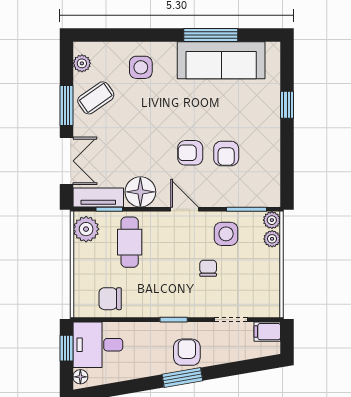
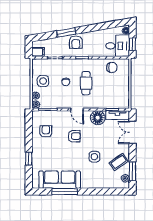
side table: (141, 67) -> (94, 157), moved
window: (66, 105) -> (132, 171), moved
armchair: (226, 153) -> (46, 131), moved
plant: (86, 229) -> (123, 100), removed
side table: (226, 234) -> (43, 81), moved
cafe table: (130, 242) -> (86, 83), moved
window: (182, 378) -> (66, 32), moved

